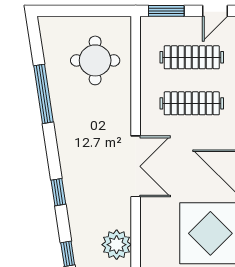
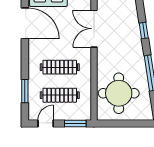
round table: (95, 60) -> (119, 93), width x1.36, depth x1.36
window: (58, 192) -> (144, 30), moved

